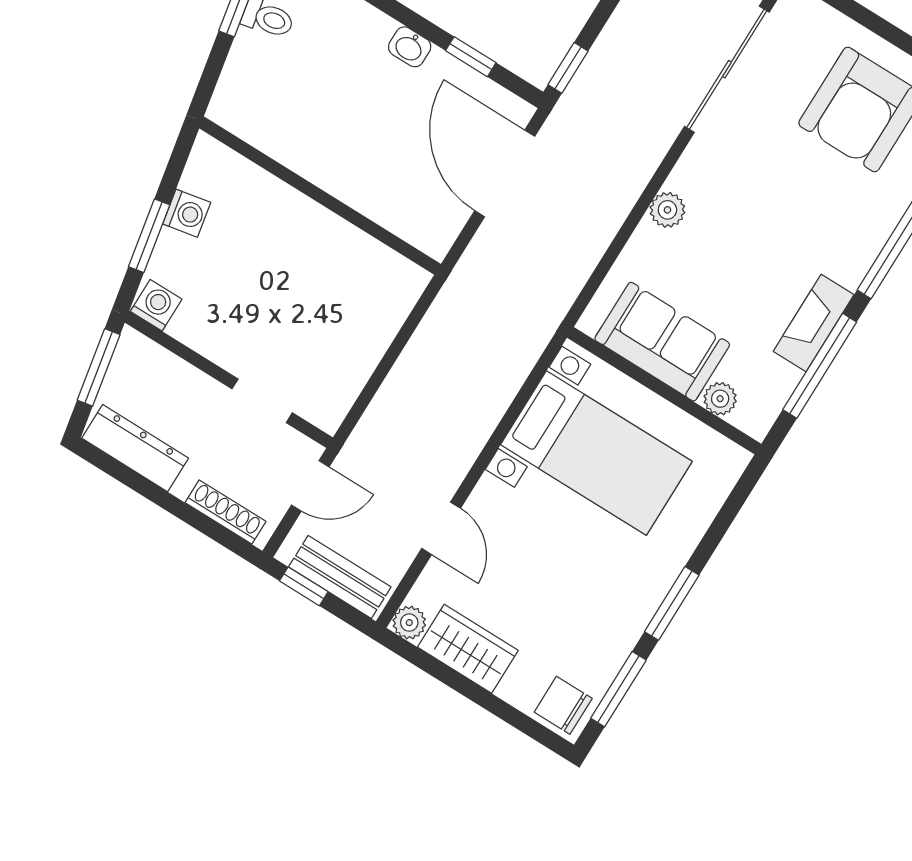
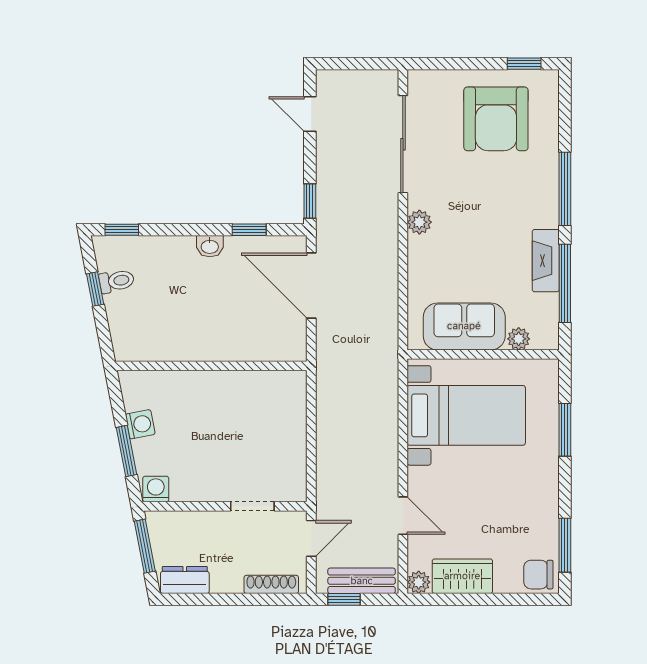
plant: (667, 210) -> (419, 222), moved
dresser: (135, 448) -> (185, 580), width x0.70
window: (672, 603) -> (565, 430), moved

